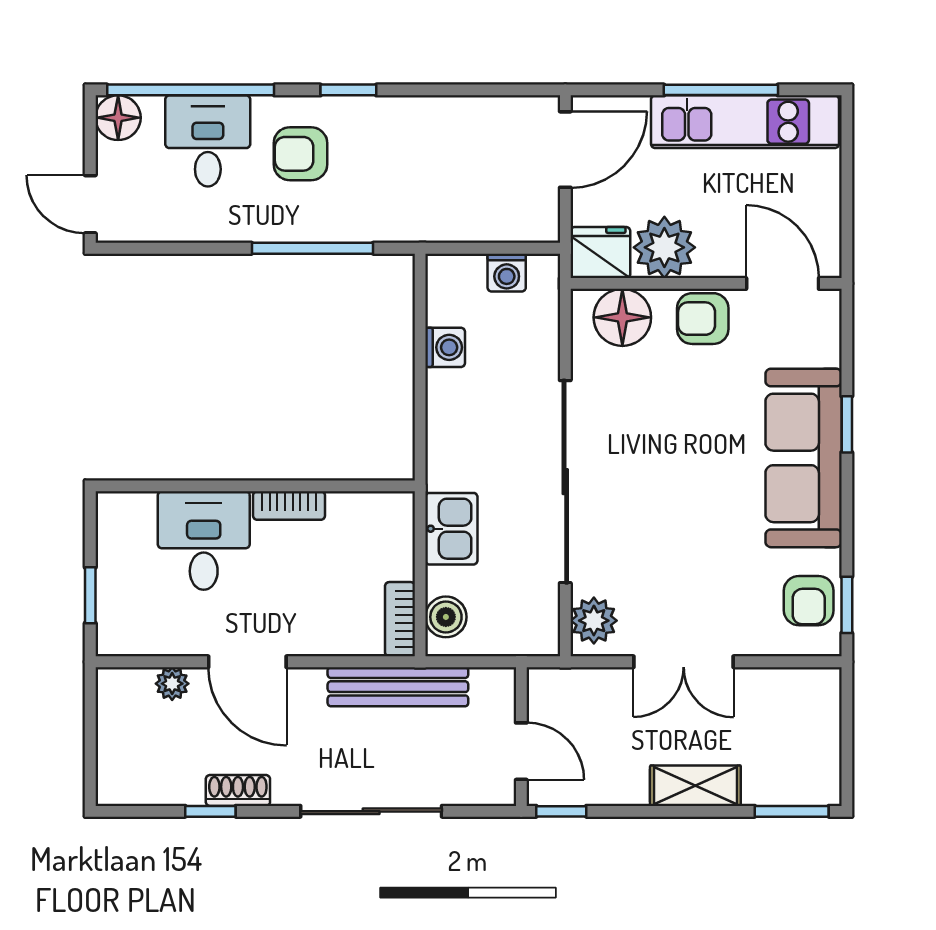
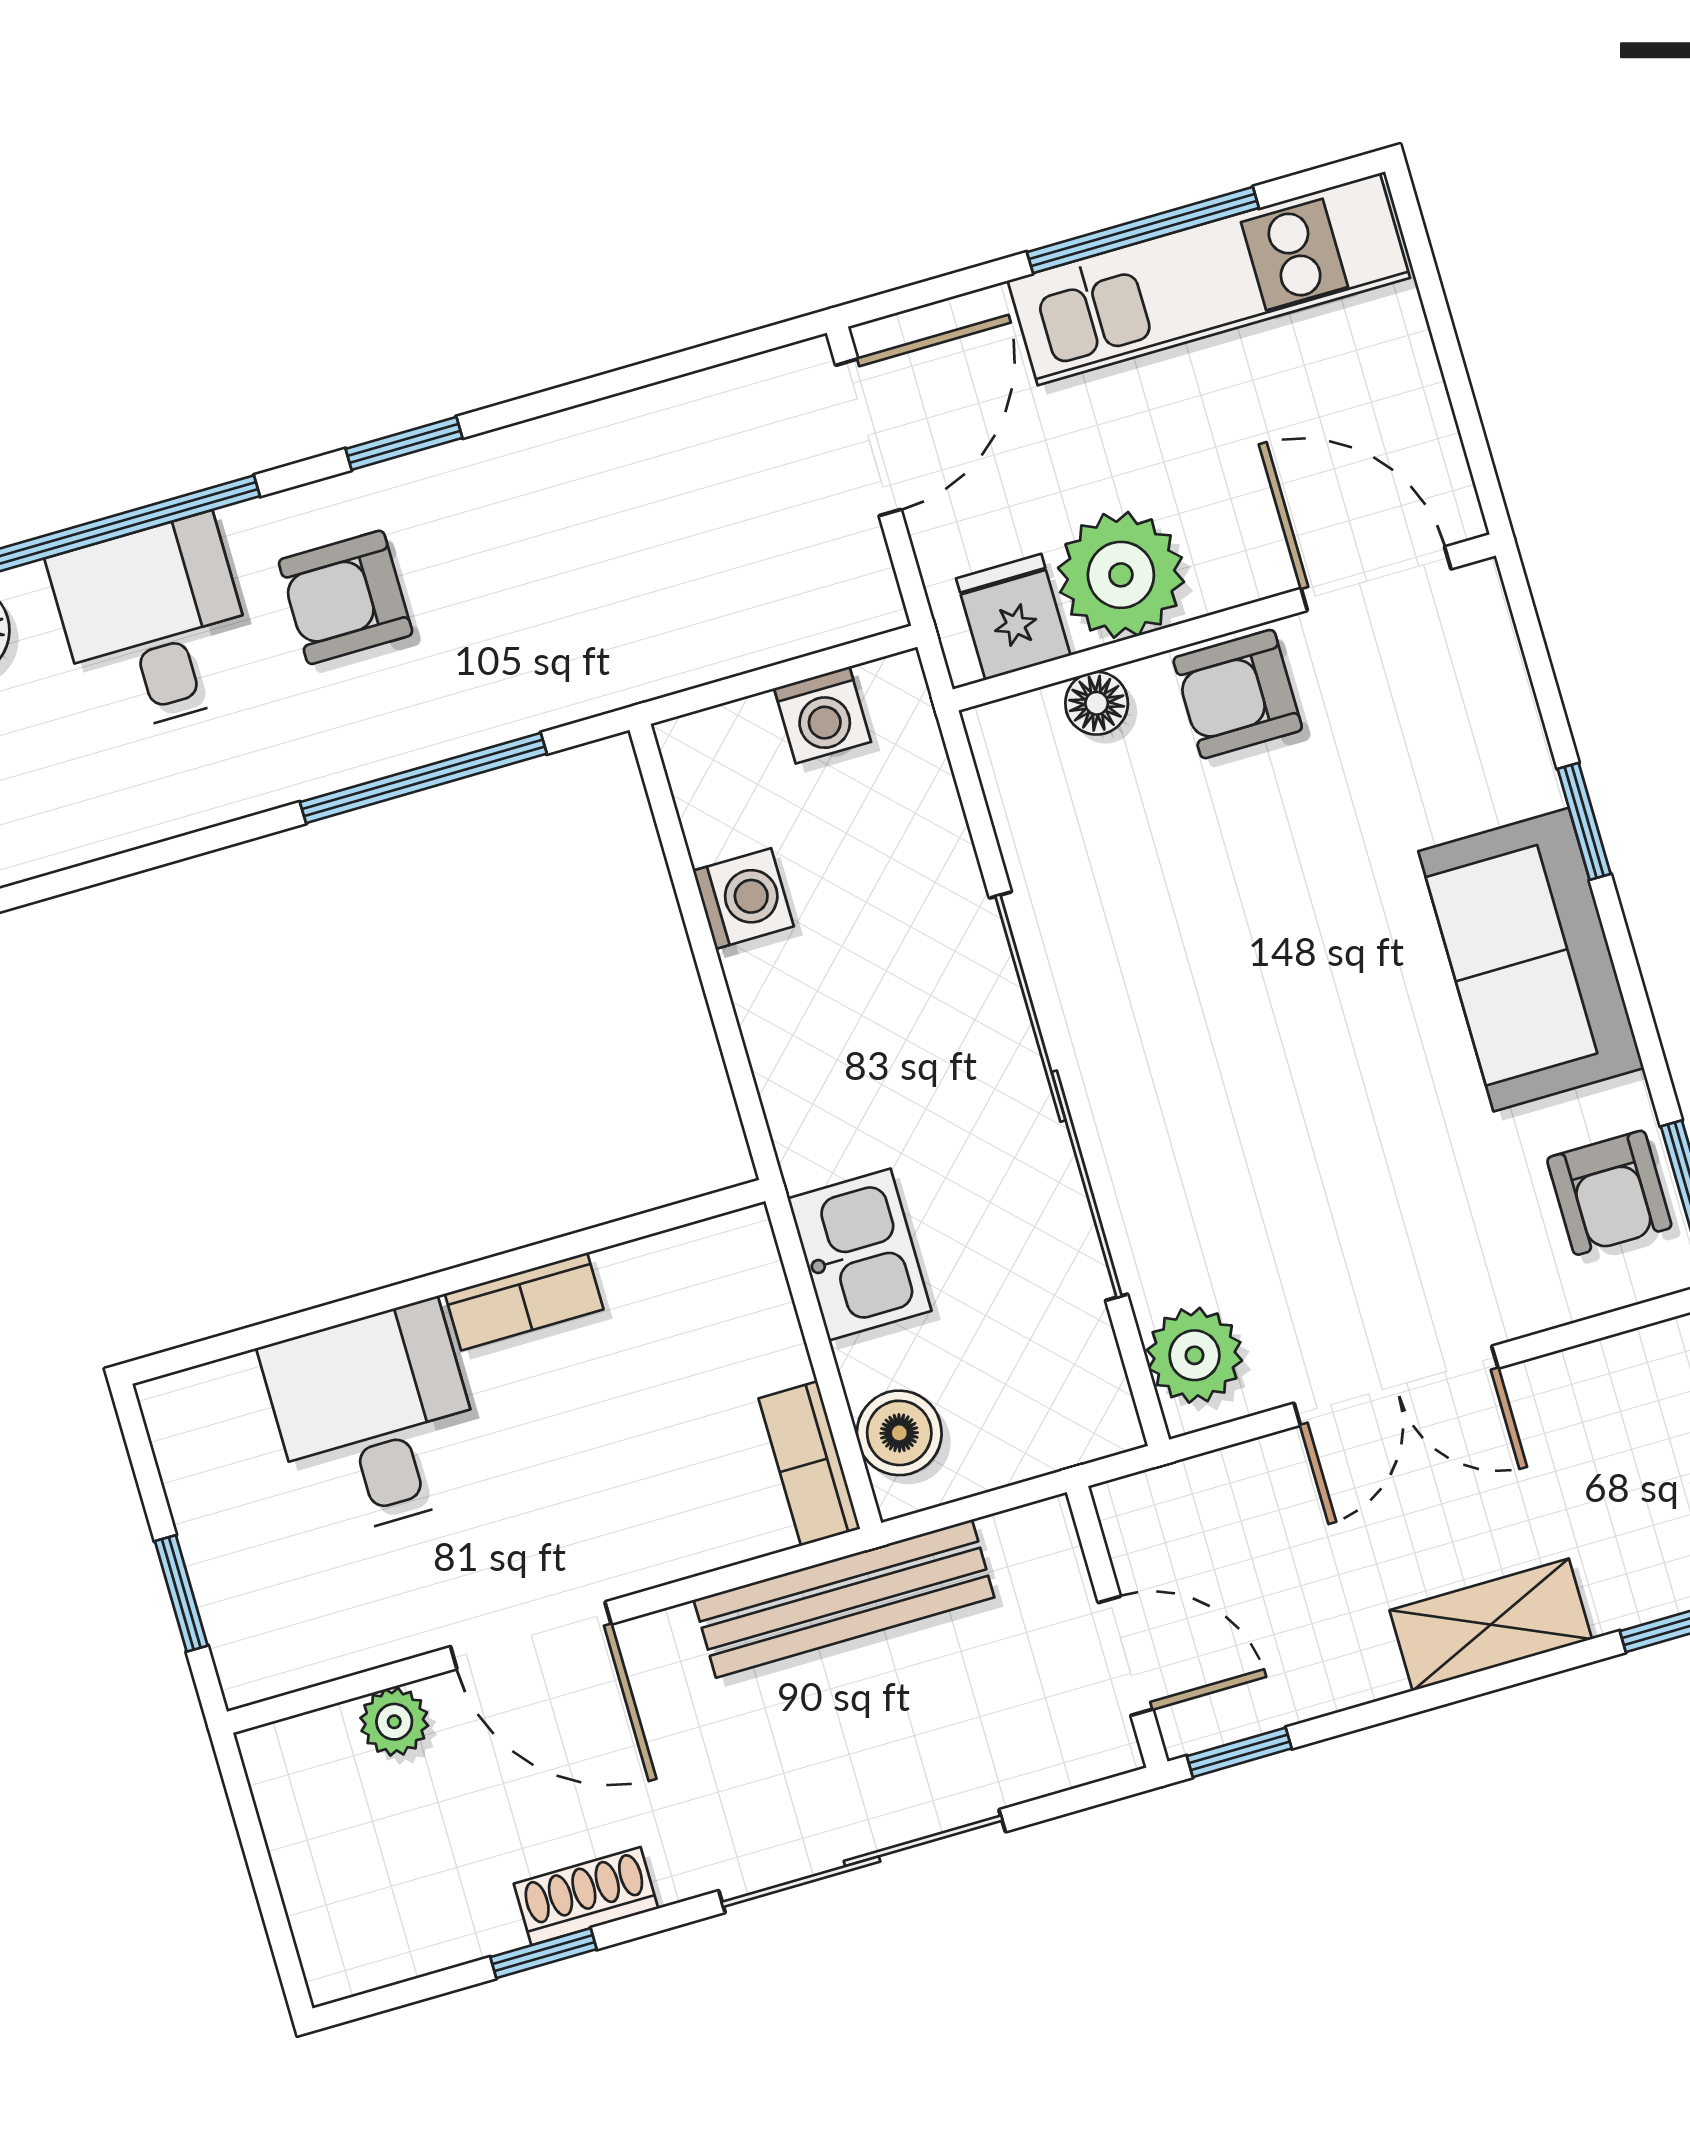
fridge: (600, 253) -> (1013, 617), width x0.72
floor lamp: (622, 317) -> (1097, 703), width x0.53, depth x0.53
sofa: (804, 458) -> (1531, 960), width x0.73

